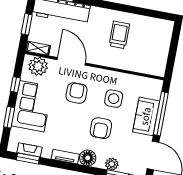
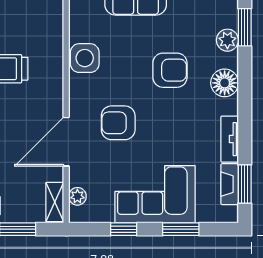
plant: (38, 66) -> (77, 196), width x0.53, depth x0.53
side table: (114, 99) -> (85, 58), moved
tv unit: (65, 157) -> (230, 139), moved

